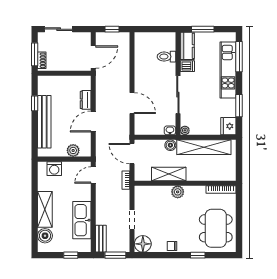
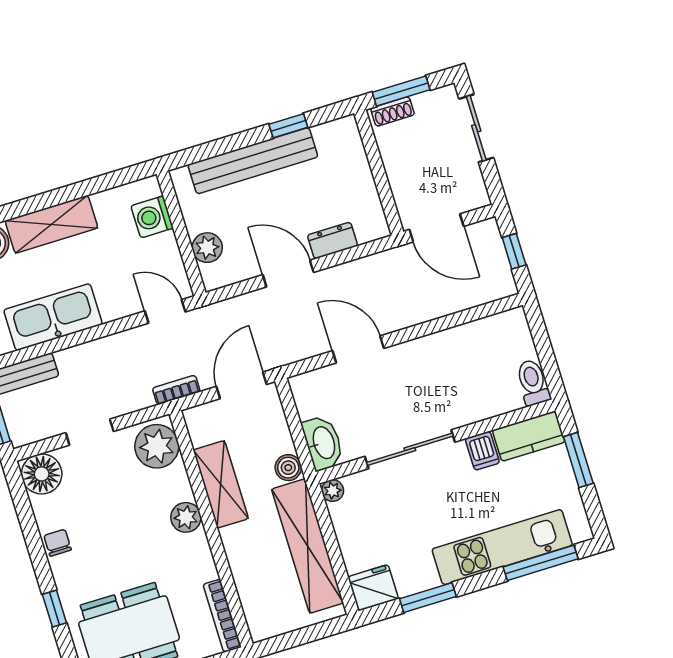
toilet: (166, 57) -> (533, 382), moved
door: (132, 103) -> (358, 349), swing flipped
washbasin: (170, 130) -> (323, 443), width x1.91, depth x1.45
plant: (146, 195) -> (157, 446), added

